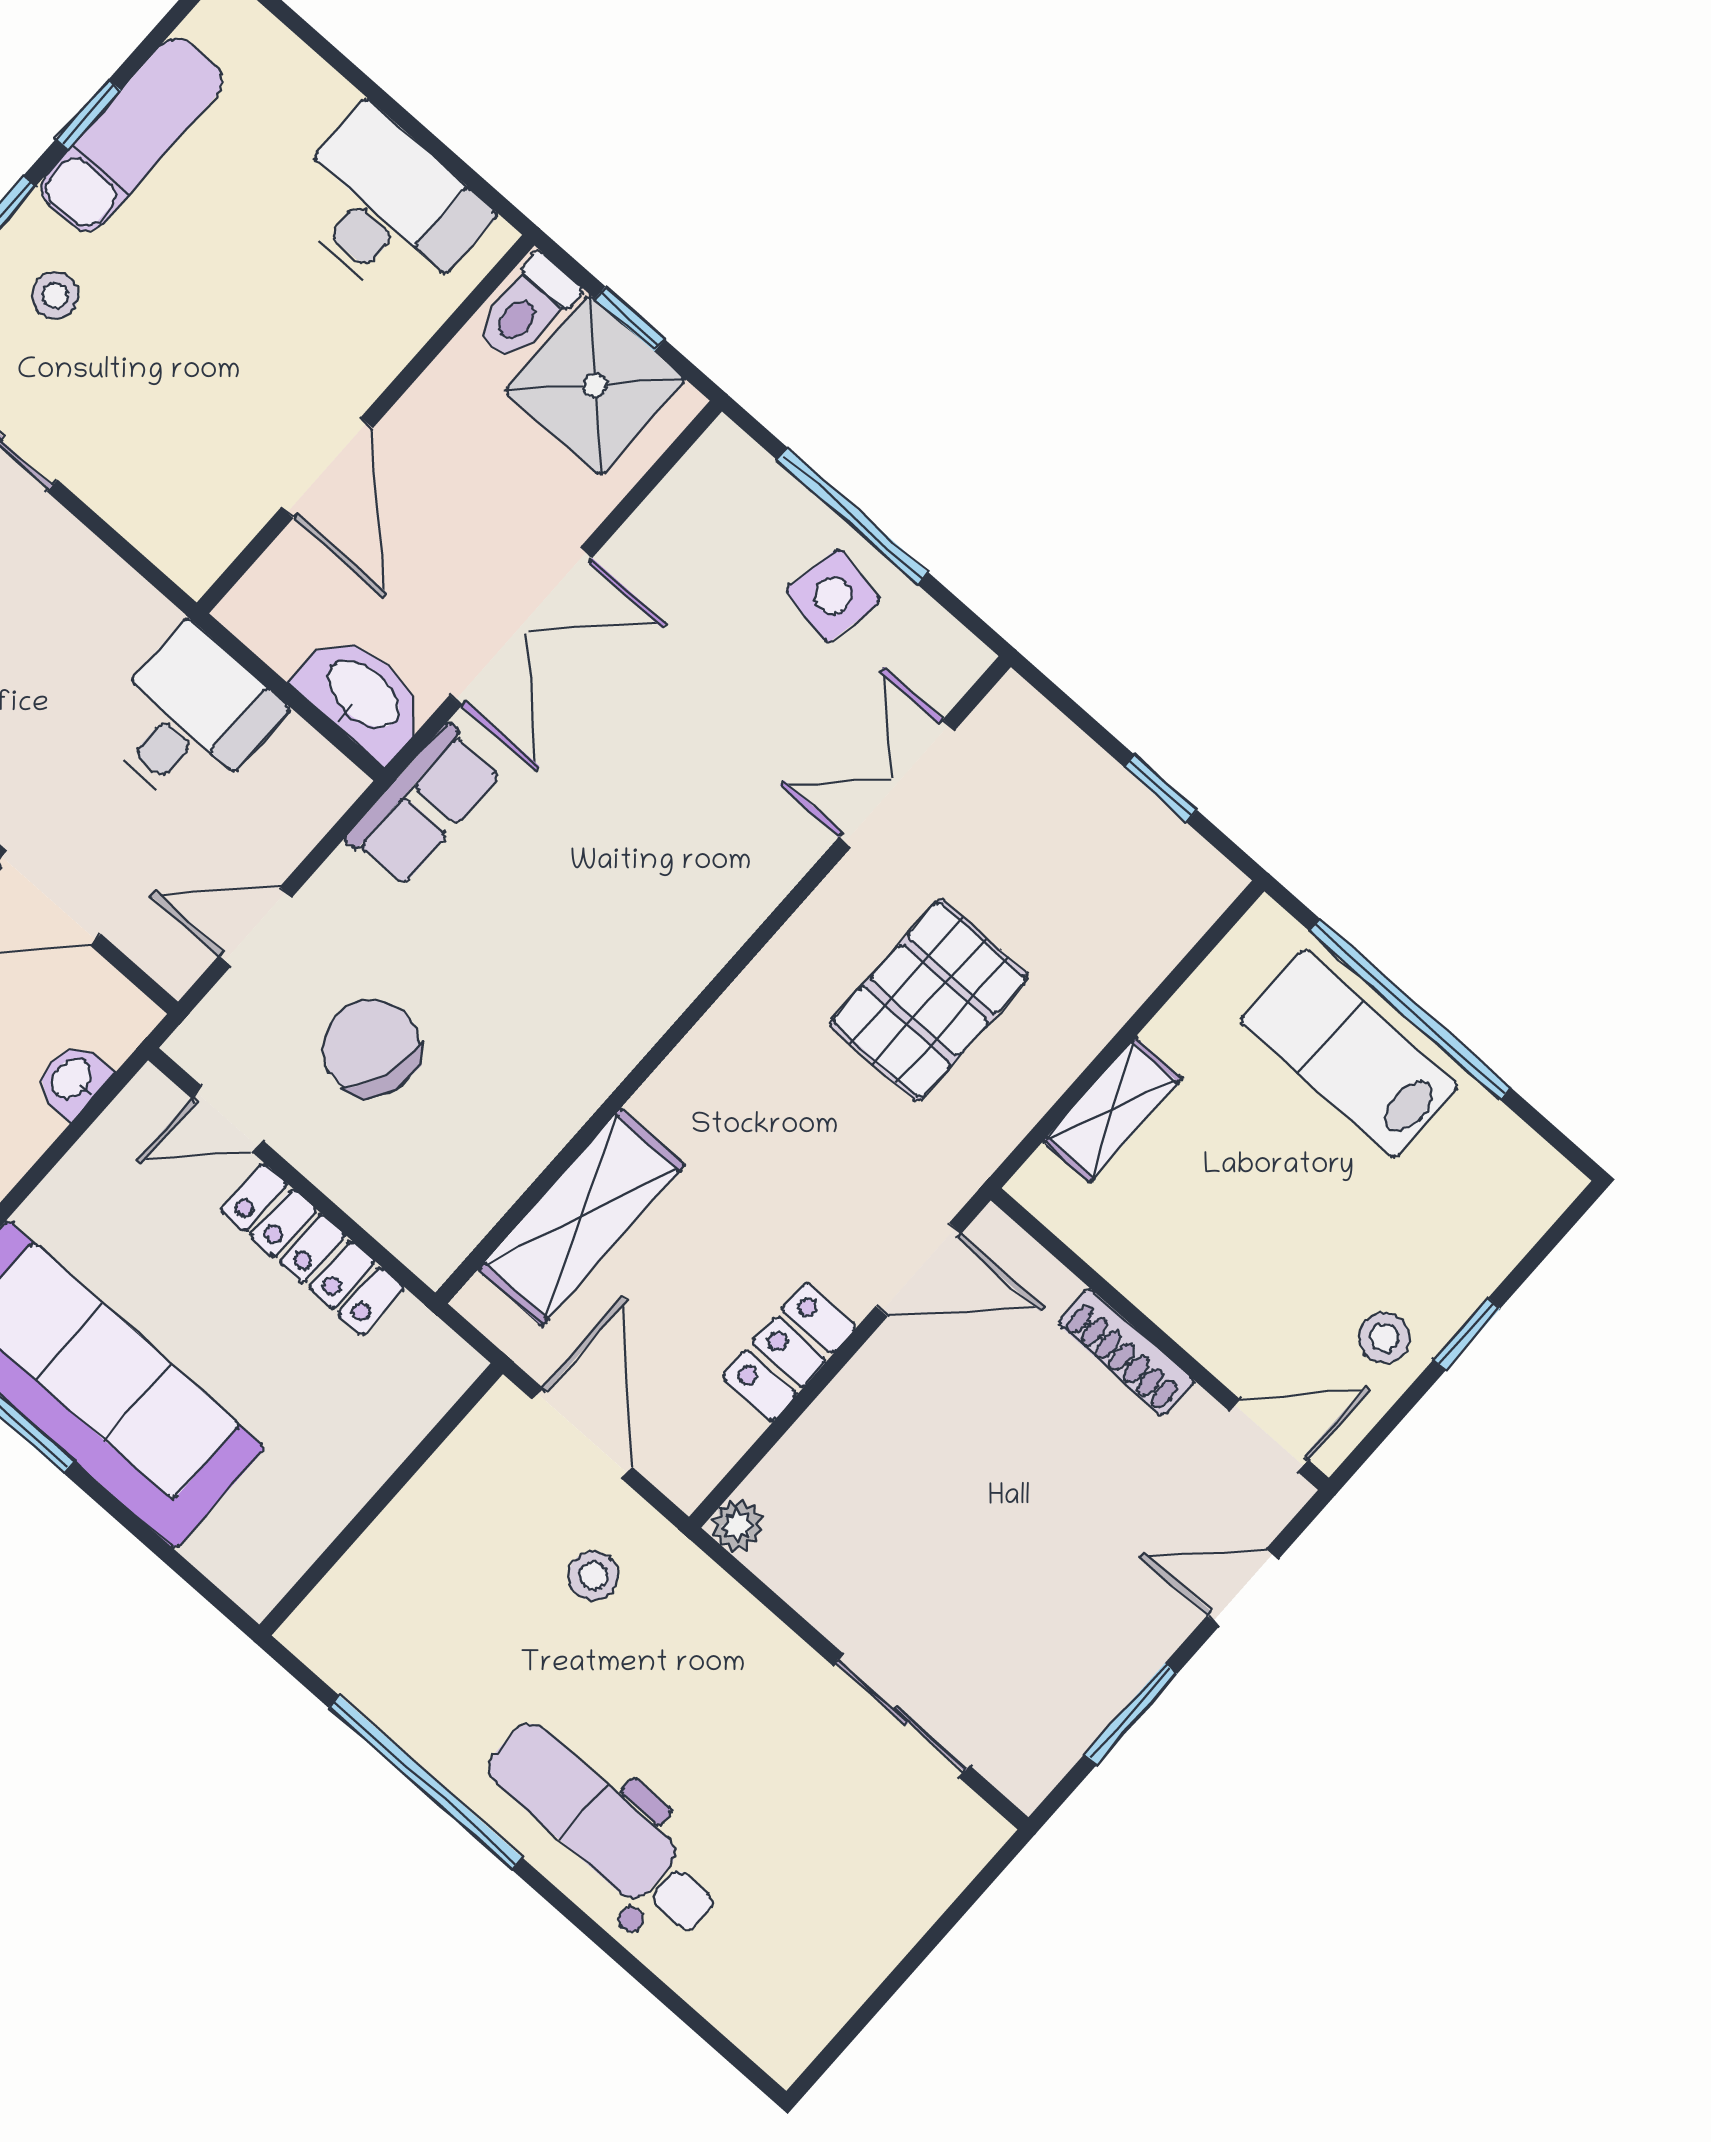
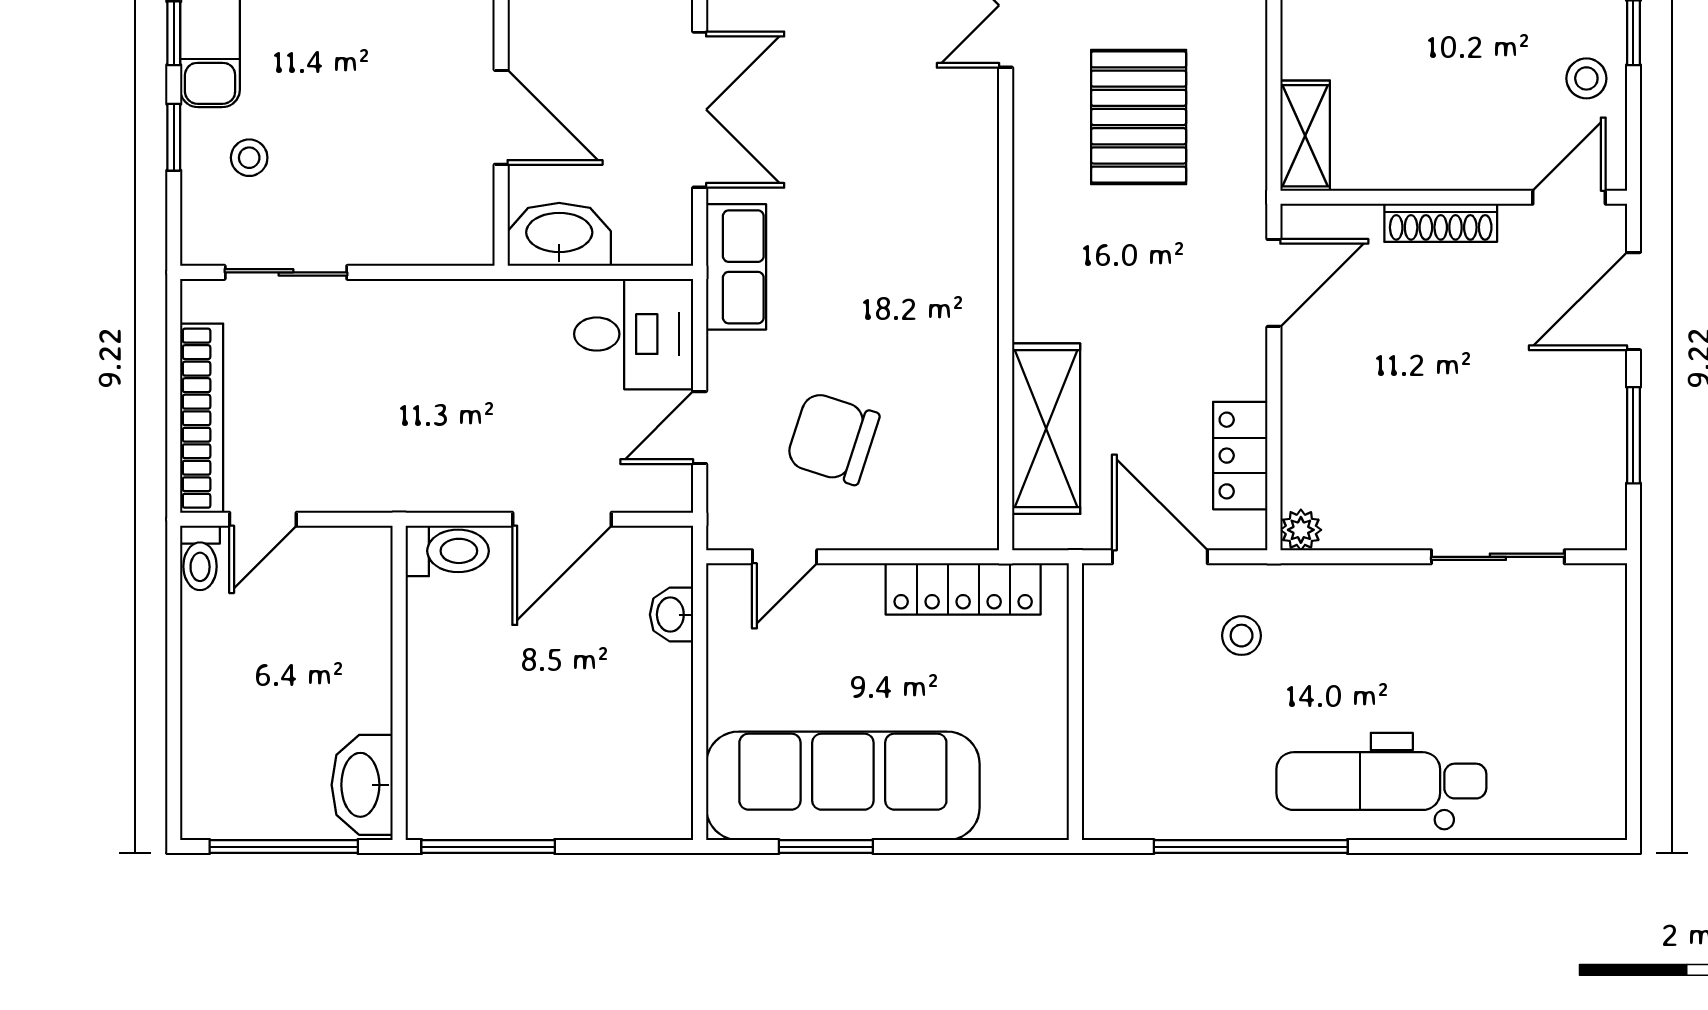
washbasin: (362, 696) -> (559, 234), moved
desk: (190, 719) -> (634, 334), moved, turned 90
shelving: (1113, 1110) -> (1305, 136), moved
locker: (313, 1249) -> (963, 589), moved
locker: (789, 1352) -> (1240, 456), moved
door: (1243, 1587) -> (1633, 301), width x1.38

